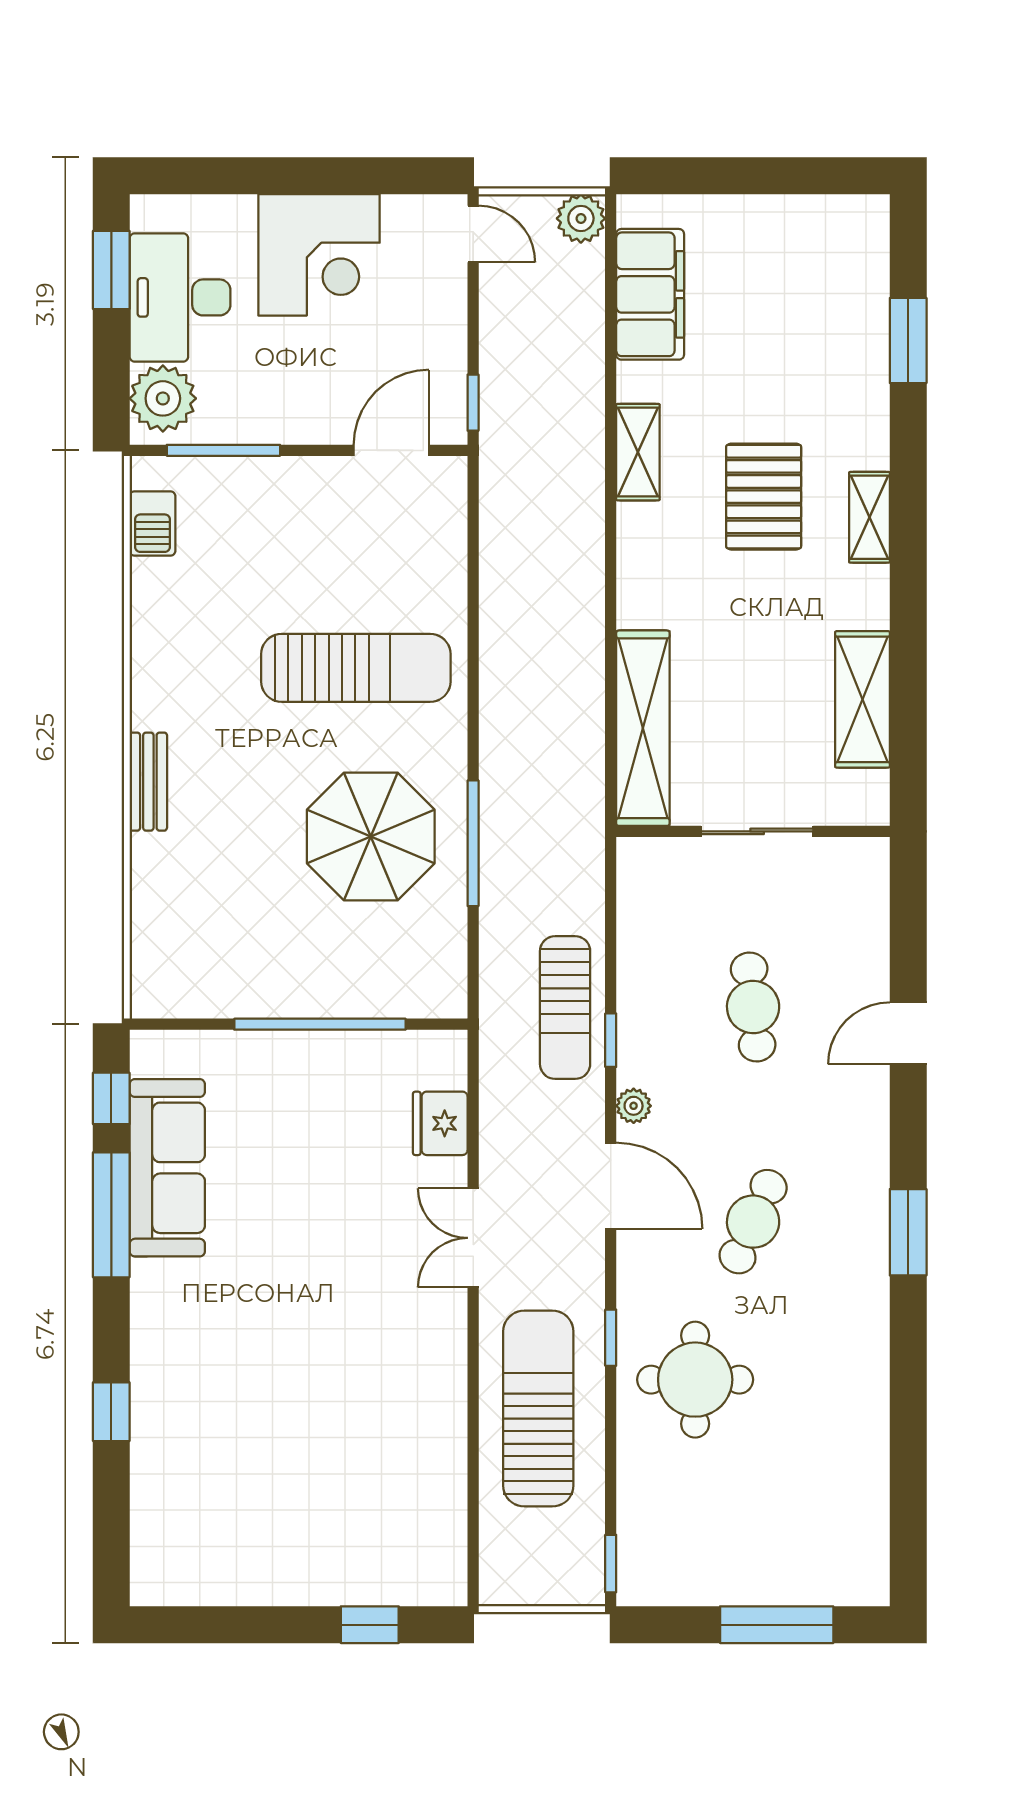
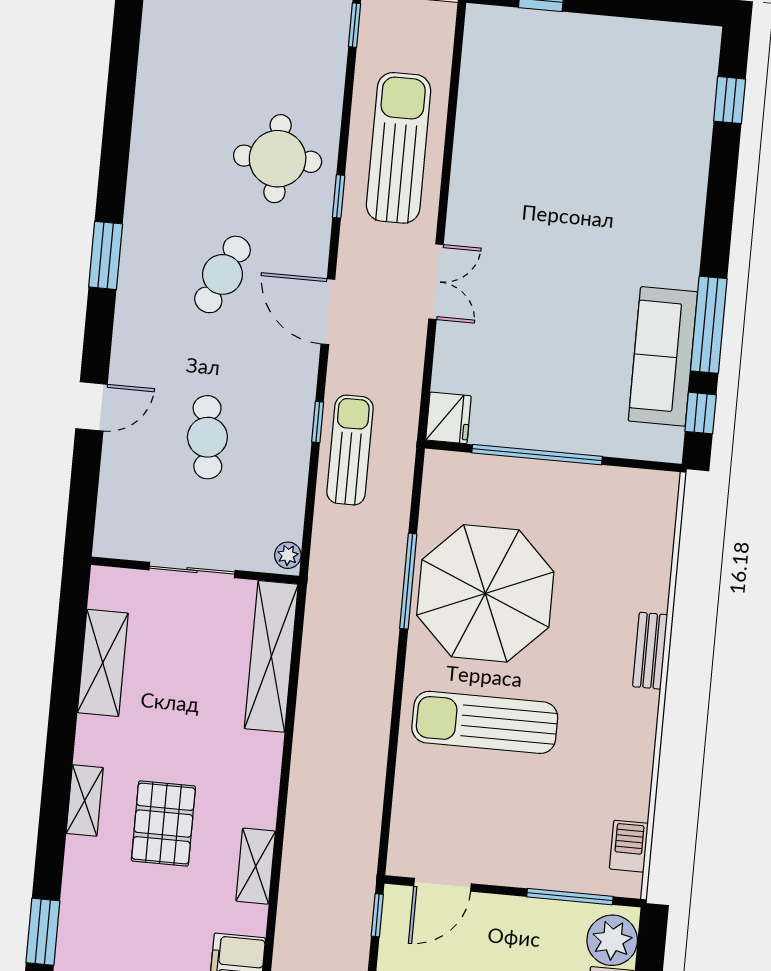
parasol: (371, 836) -> (485, 593), width x1.36, depth x1.36
plant: (634, 1106) -> (288, 555), moved
fridge: (440, 1123) -> (448, 418), moved
sun lounger: (538, 1409) -> (399, 148), turned 180
window: (111, 1412) -> (730, 100), moved

